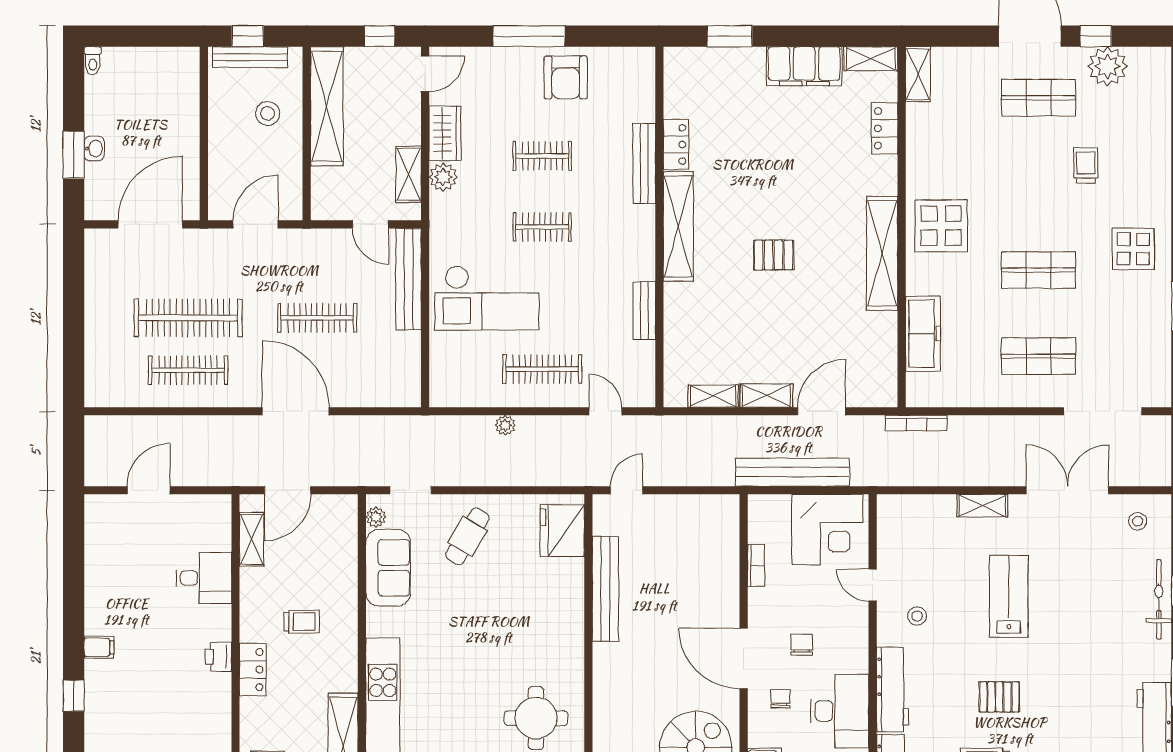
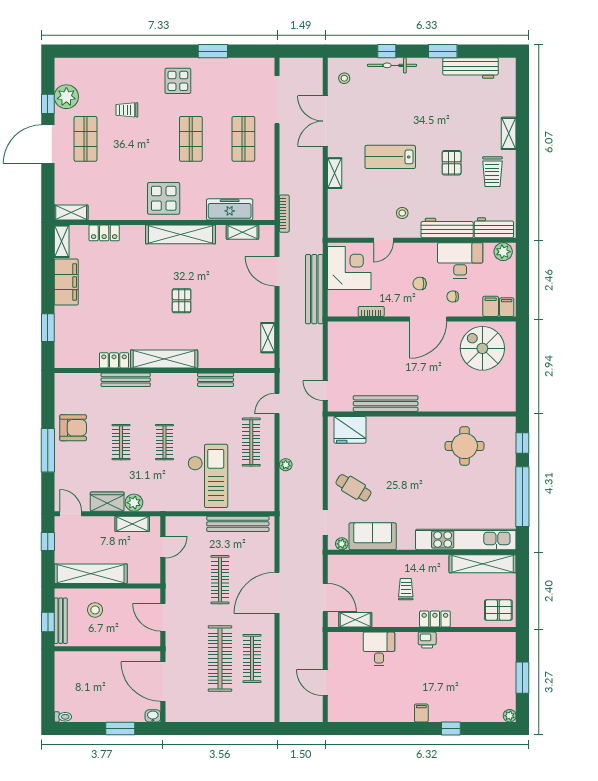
washbasin: (94, 148) -> (153, 716), moved
bench: (408, 279) -> (238, 524), moved
shelving: (766, 396) -> (242, 232), moved, turned 90

